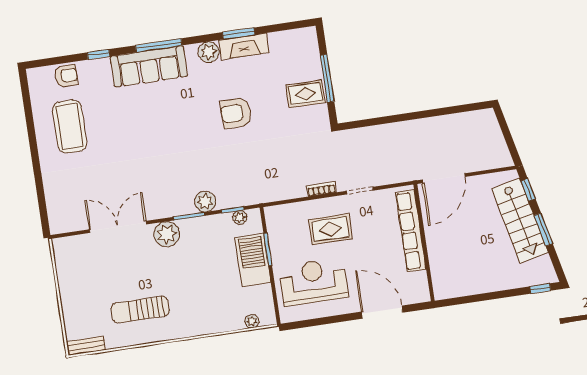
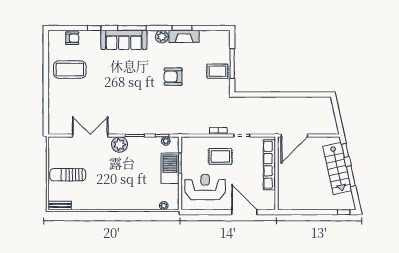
coffee table: (70, 126) -> (70, 70), turned 90
plant: (205, 202) -> (146, 128), removed
sun lounger: (140, 310) -> (68, 175), moved

